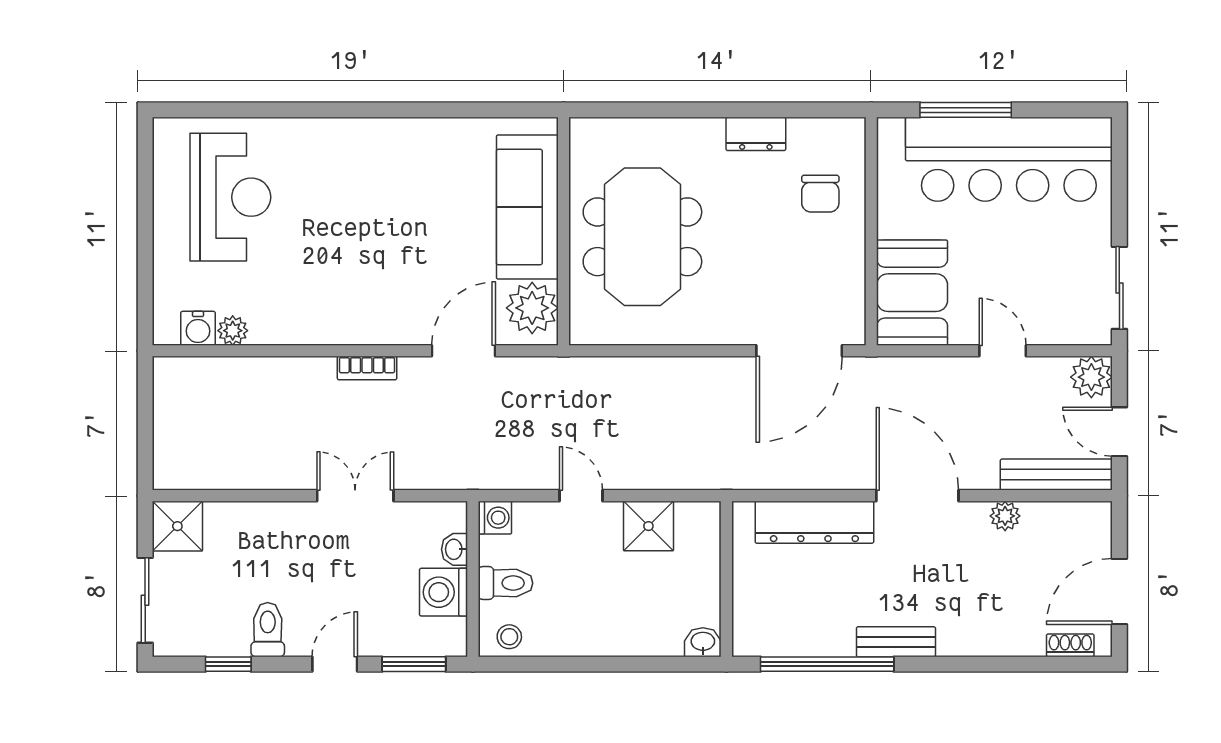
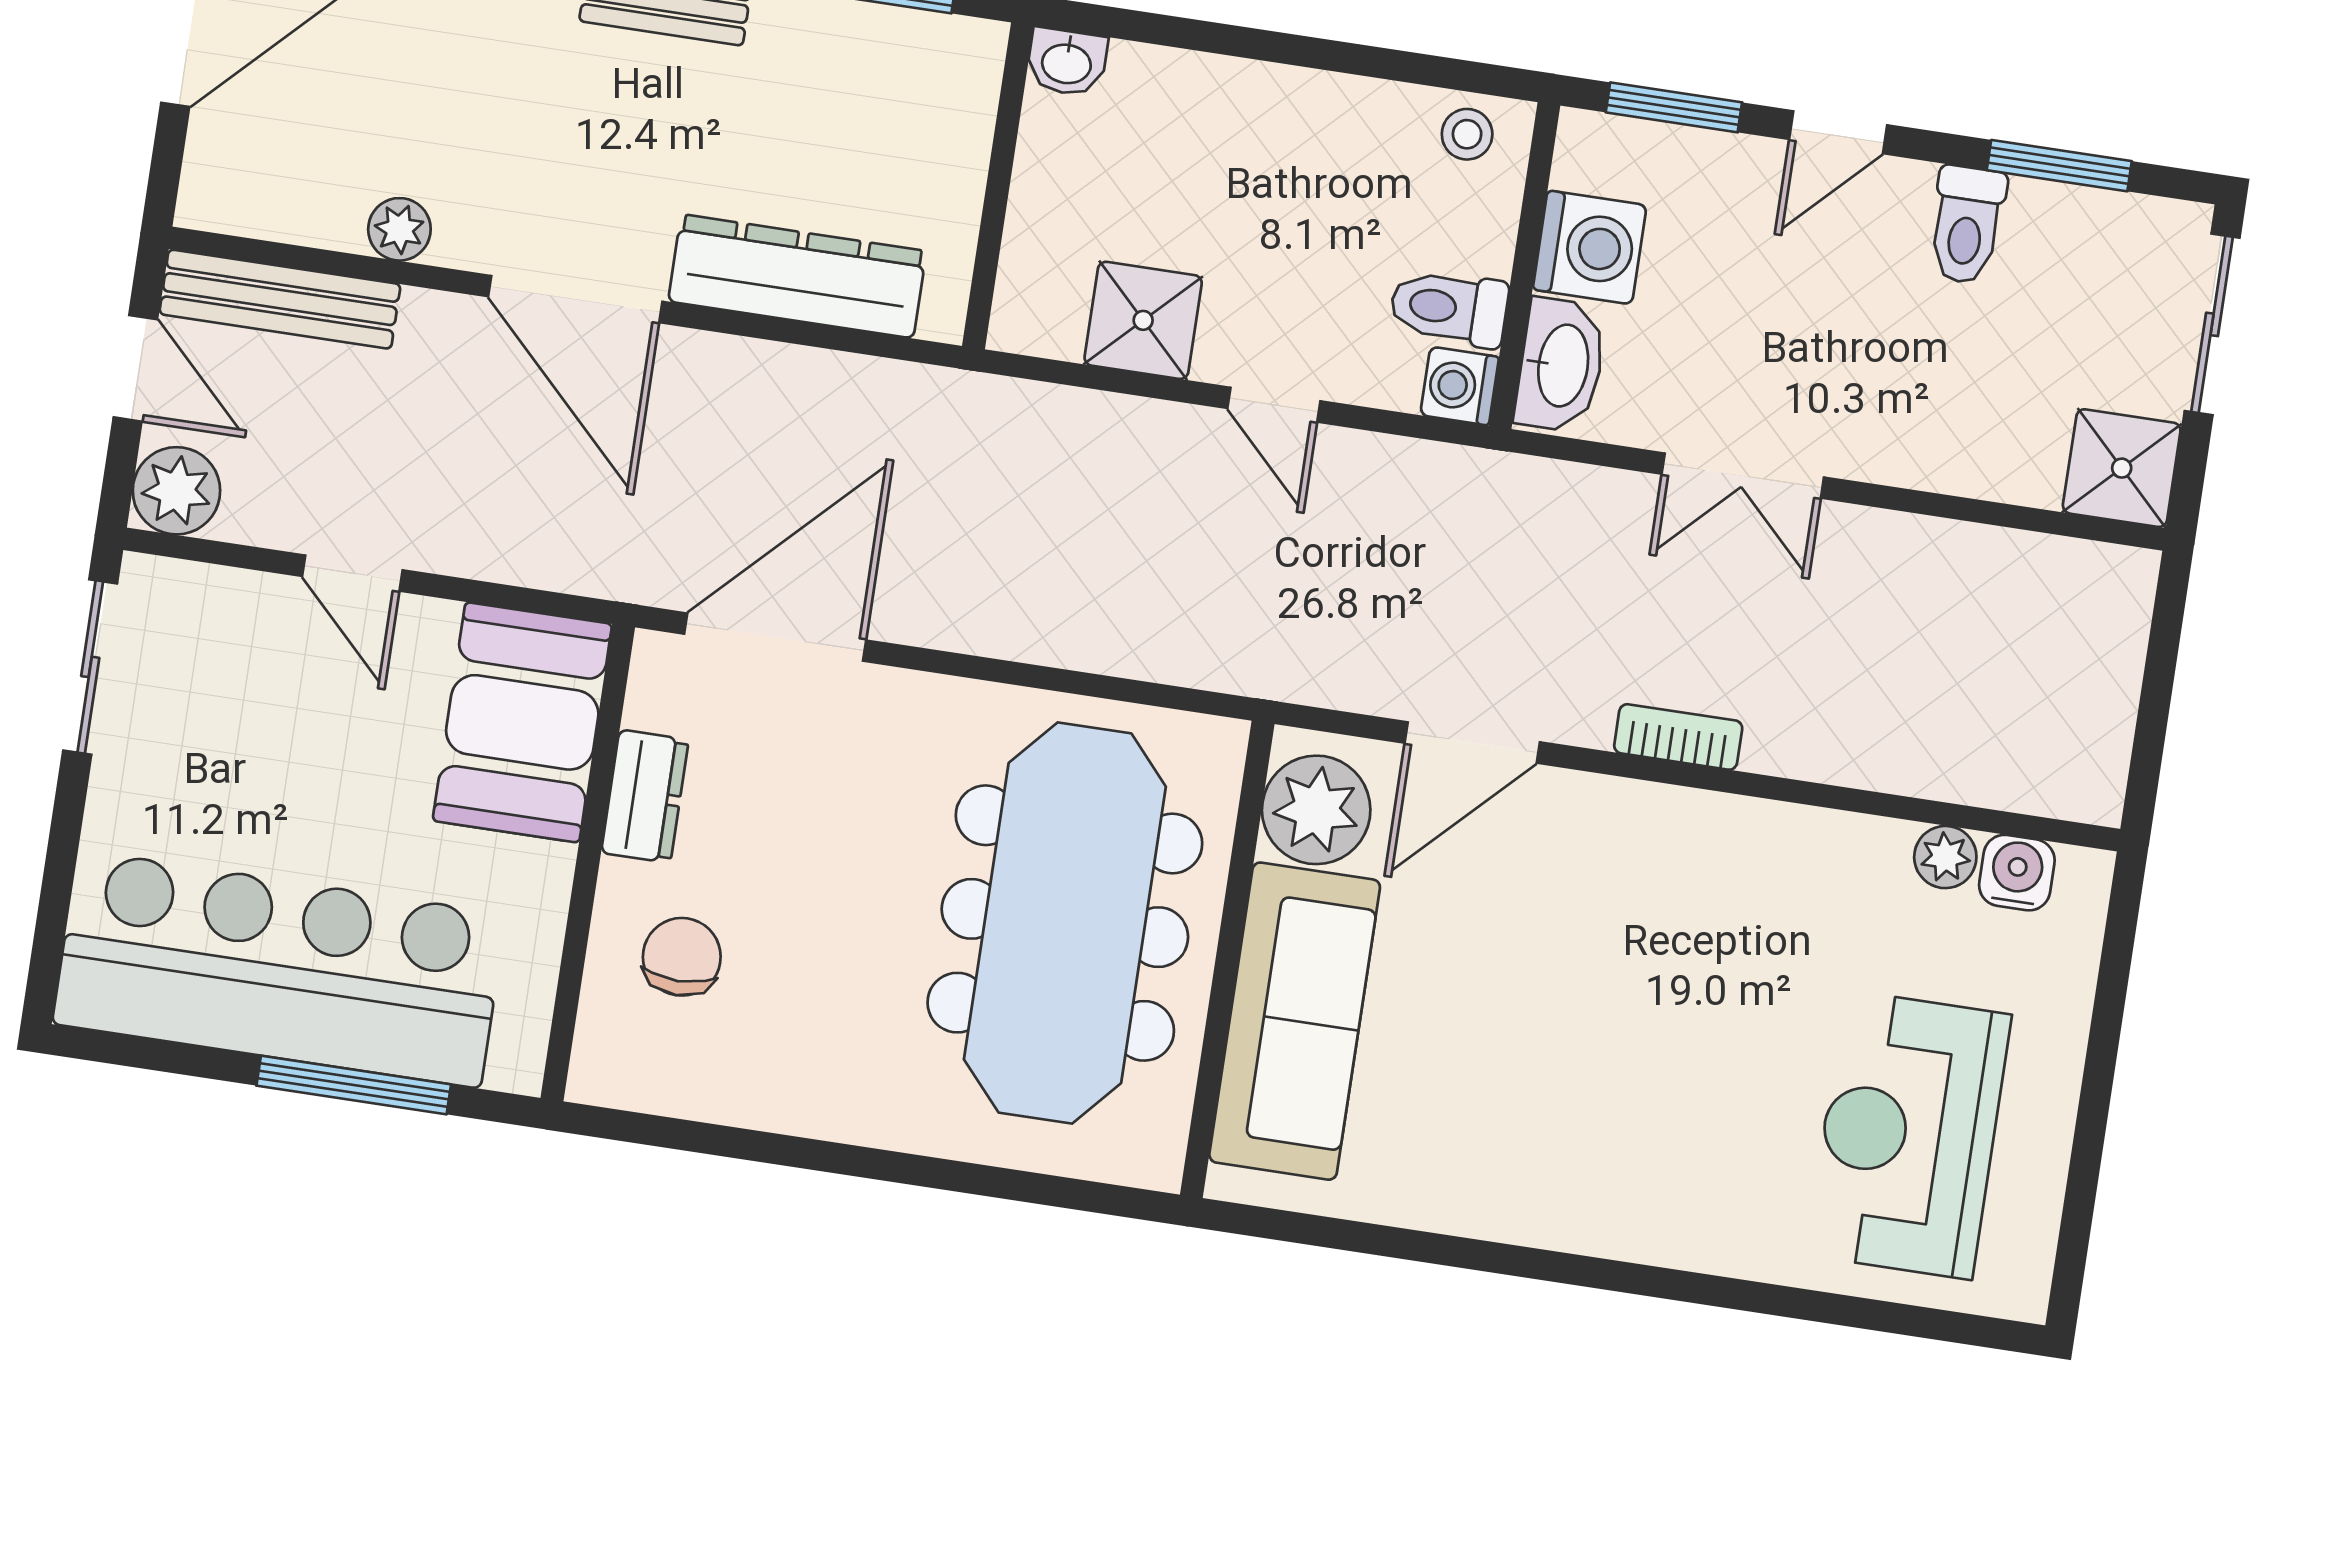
dresser: (756, 134) -> (645, 796), moved, turned 90
meeting table: (642, 237) -> (1065, 923), width x1.36
washbasin: (455, 549) -> (1561, 365), width x1.91, depth x1.45
toilet: (506, 583) -> (1449, 308), moved
window: (228, 664) -> (2059, 166), width x1.50

